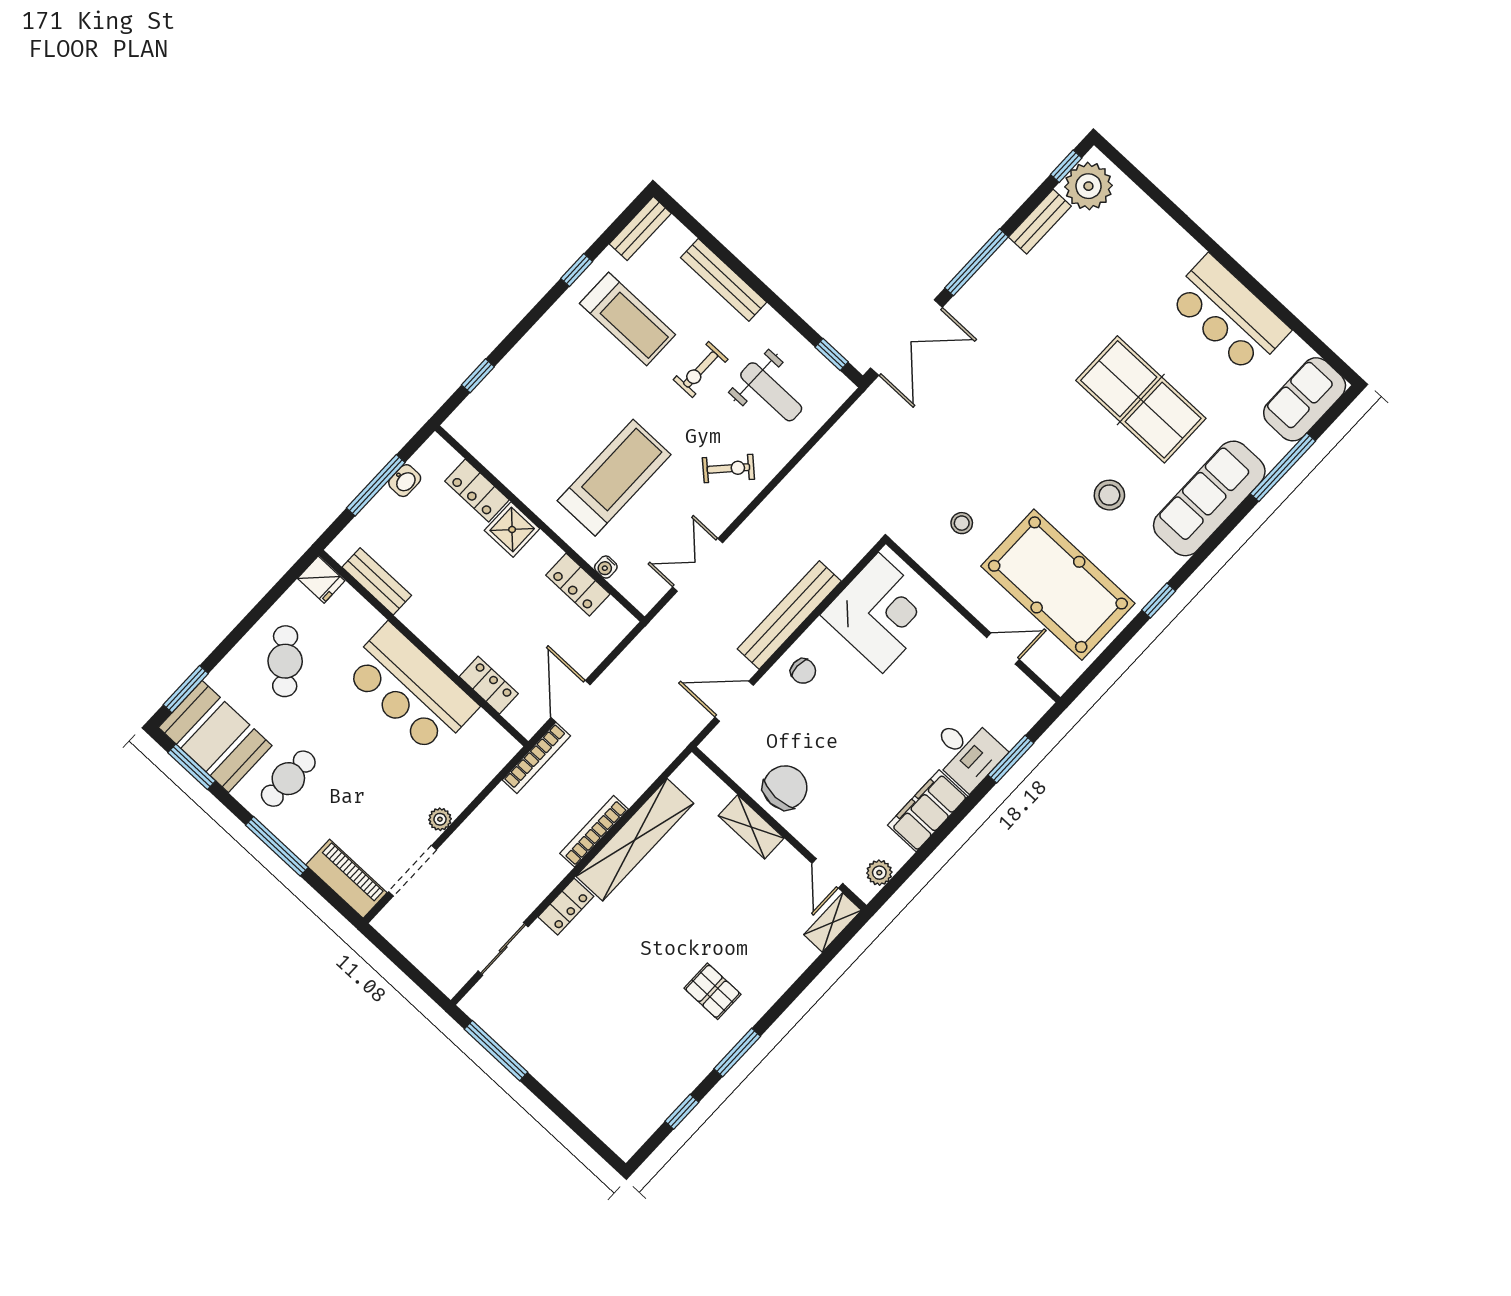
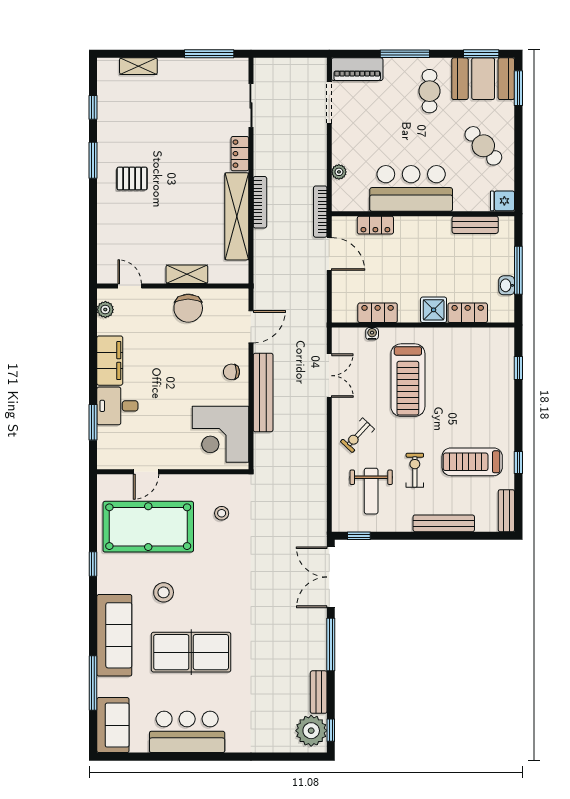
weight bench: (771, 392) -> (371, 491), turned -90
plant: (440, 819) -> (339, 172), moved
shelving: (833, 922) -> (138, 66), moved, turned 90

